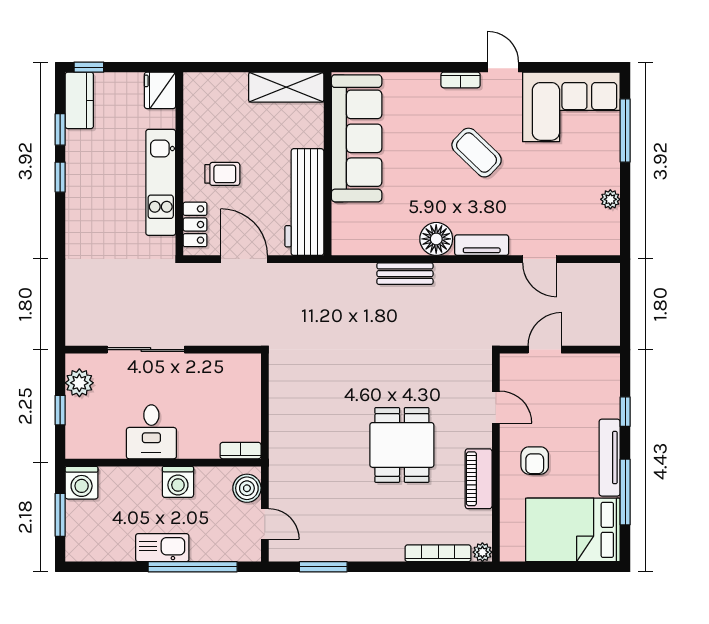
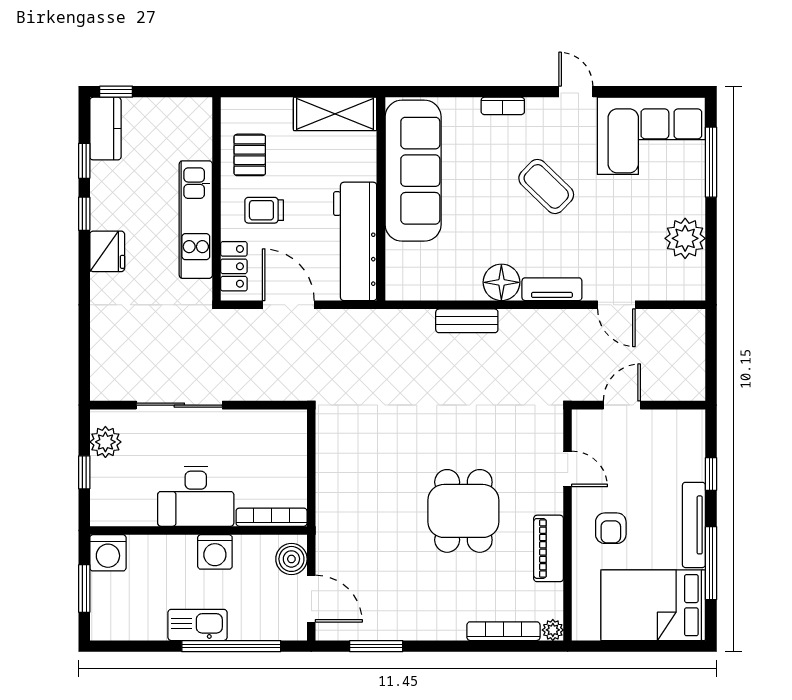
bookcase: (461, 80) -> (503, 106), moved
fridge: (160, 90) -> (107, 251), moved, turned 180
pallet: (209, 124) -> (250, 155), added
trolley: (222, 174) -> (264, 210), turned 180
plant: (610, 199) -> (685, 238), width x1.88, depth x1.88
desk: (151, 432) -> (196, 496), width x1.37
bookcase: (241, 451) -> (272, 517), width x1.56
door: (265, 524) -> (311, 599), width x1.38

